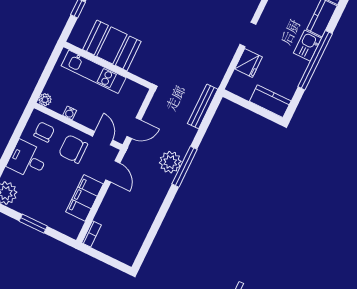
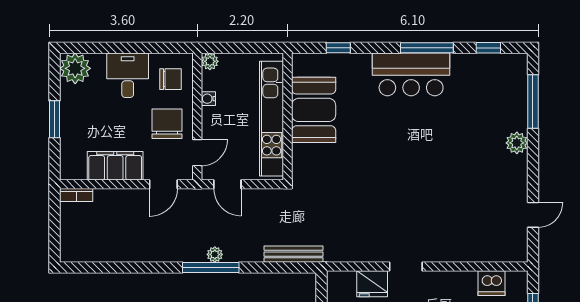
kitchen unit: (94, 72) -> (272, 119), width x1.36
plant: (170, 162) -> (215, 254), width x0.53, depth x0.53

